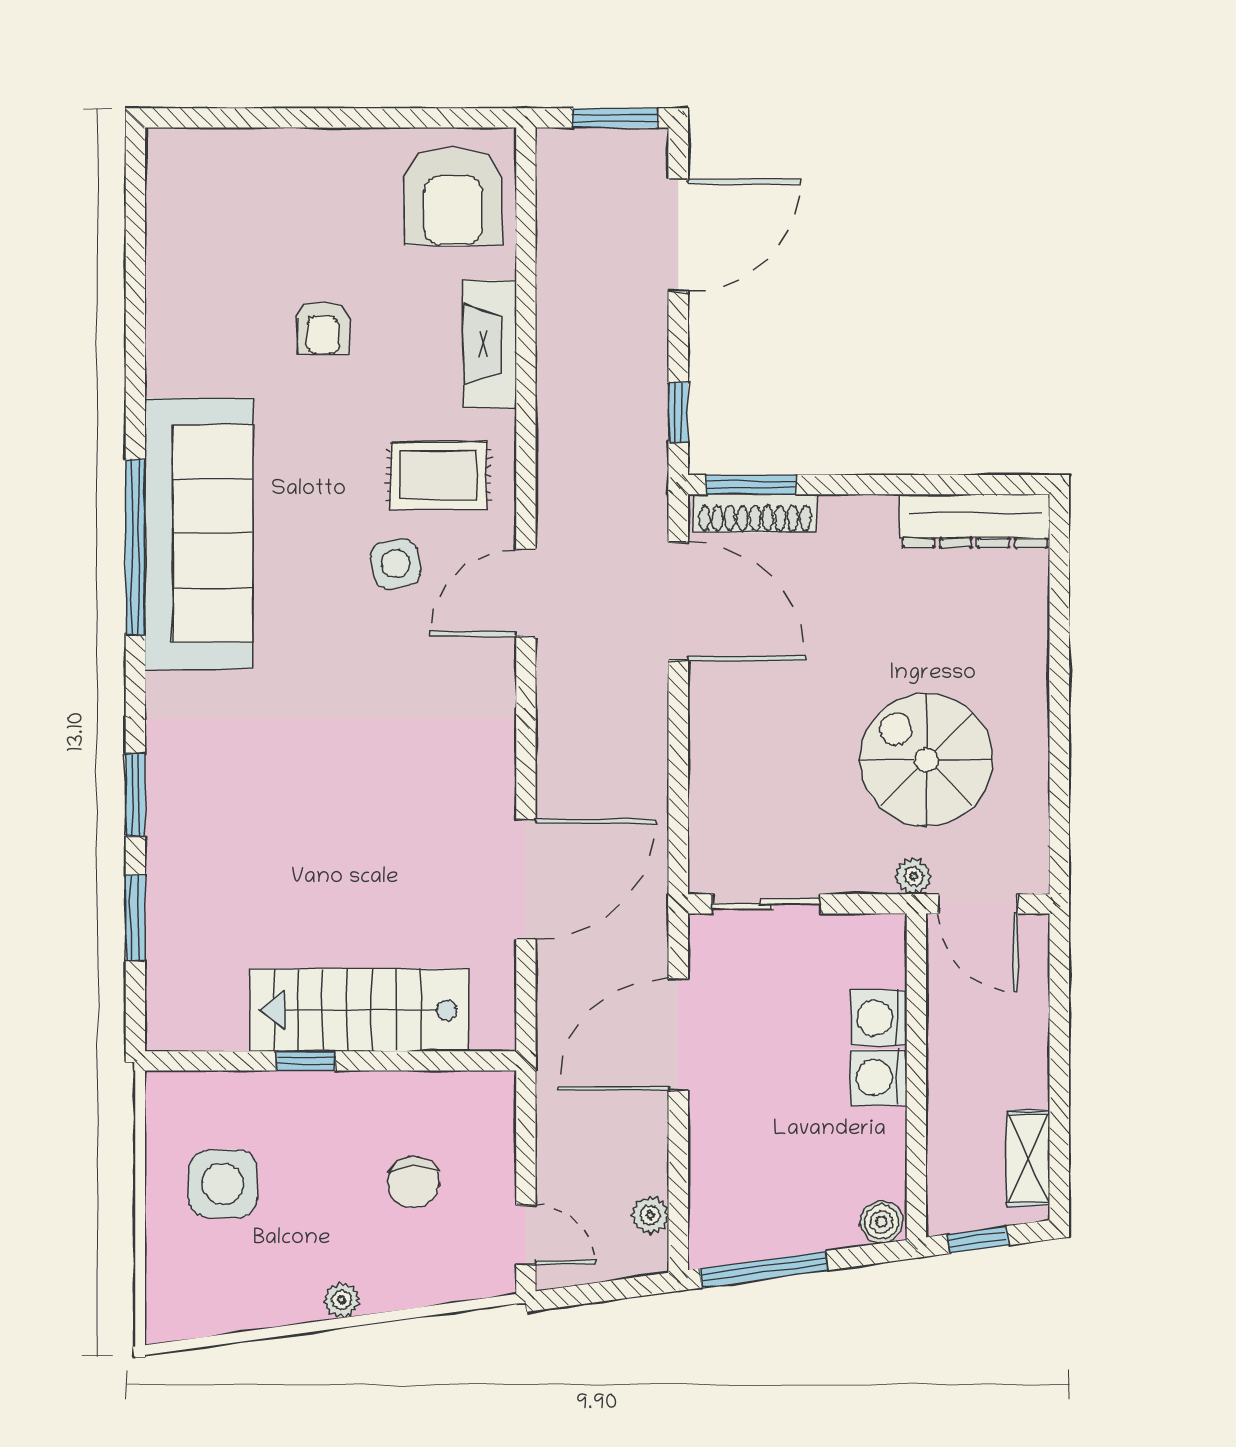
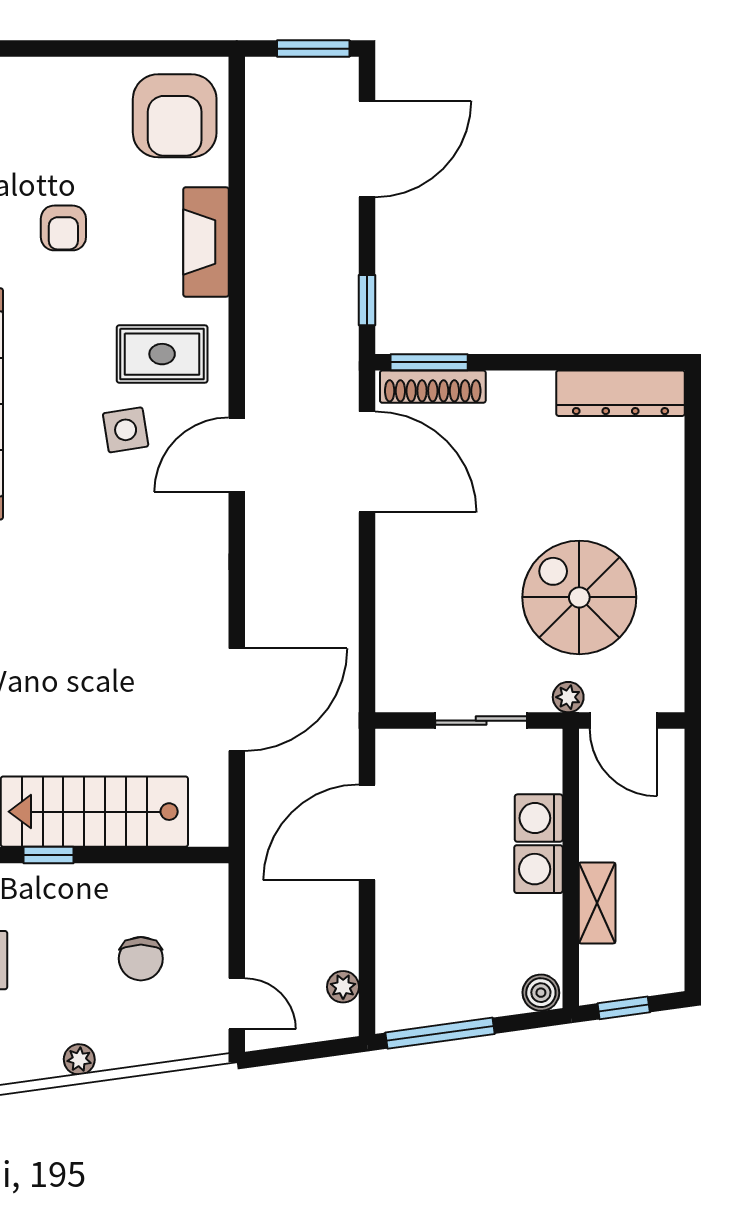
sliding door: (766, 904) -> (481, 721), moved
shelving: (1028, 1158) -> (597, 903), moved

